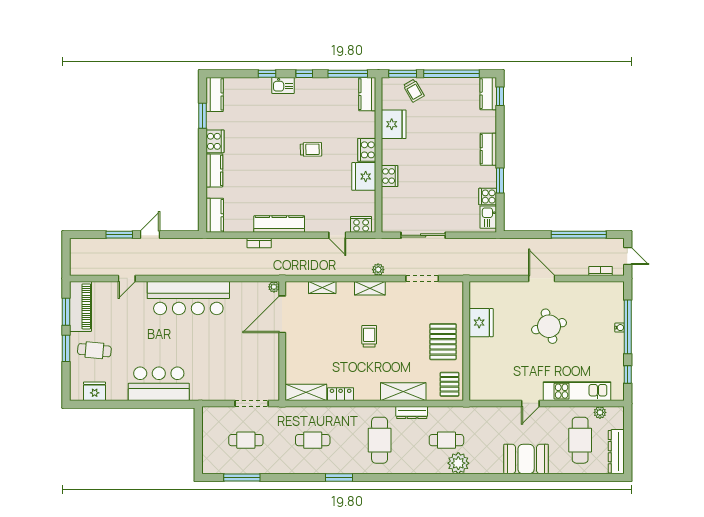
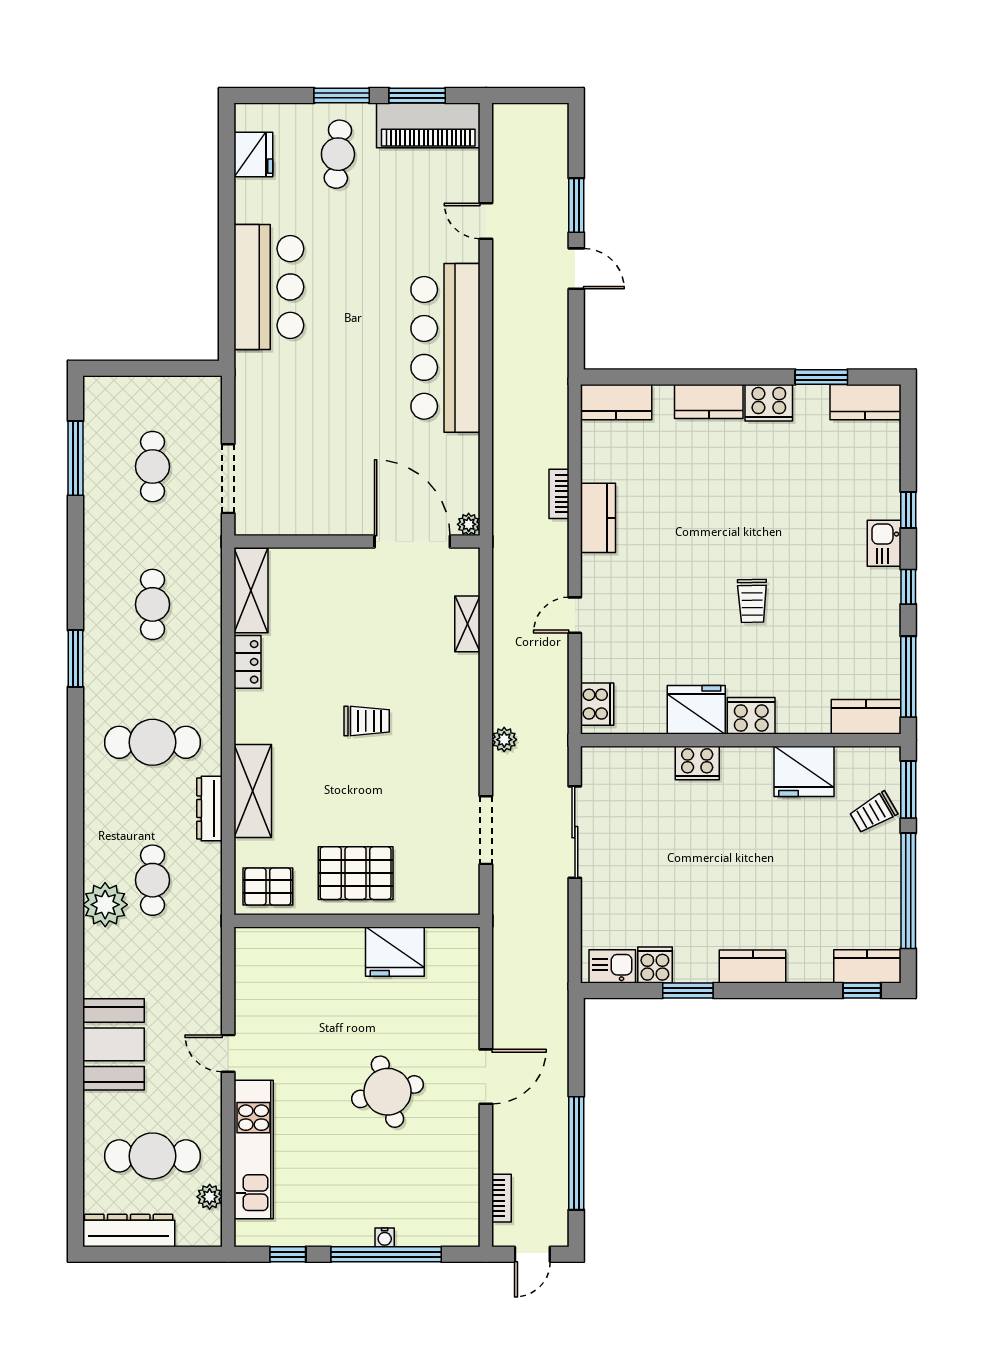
kitchen counter: (279, 224) -> (598, 518), width x0.67
door: (337, 235) -> (575, 615), moved
shelving: (370, 288) -> (466, 722), removed

